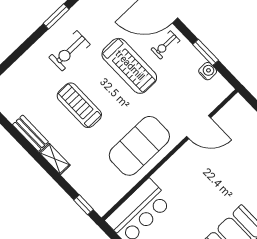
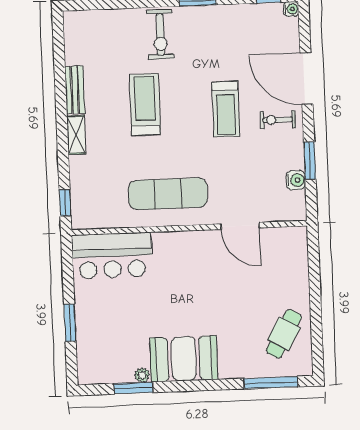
exercise bike: (70, 51) -> (160, 34), moved, turned -90
treadmill: (129, 66) -> (226, 109), width x0.73, depth x0.73
exercise mat: (139, 146) -> (168, 194), width x0.68

